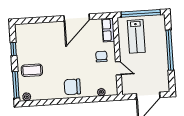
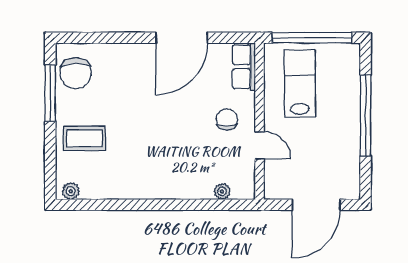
lab bench: (136, 36) -> (300, 84), turned 180
window: (13, 49) -> (50, 93), width x2.17
window: (16, 85) -> (50, 166), removed
chair: (72, 87) -> (76, 73), moved, turned -90

